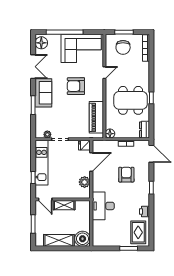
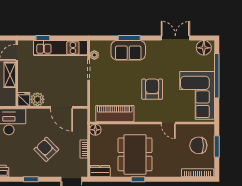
double door: (33, 67) -> (175, 38), swing flipped
sofa: (43, 93) -> (128, 50), moved
fridge: (84, 145) -> (24, 99), moved
armchair: (126, 175) -> (46, 149), turned -134

